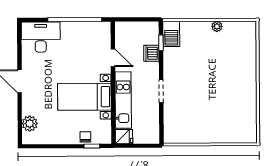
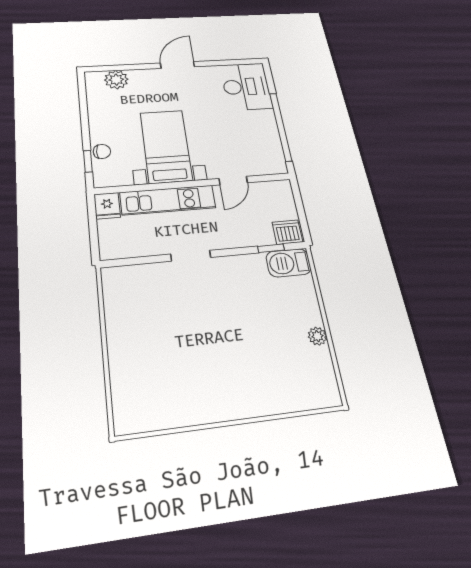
dishwasher: (151, 53) -> (287, 232), moved

